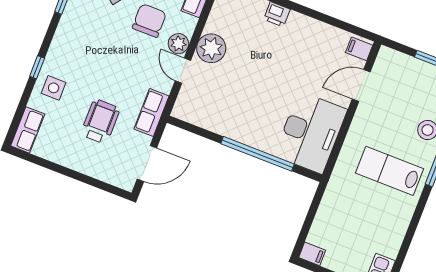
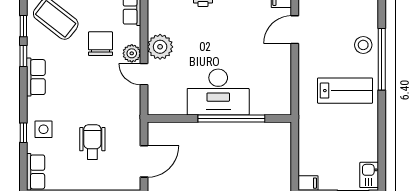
window: (37, 67) -> (23, 133), moved
row of seats: (151, 112) -> (36, 77), moved, turned 180
desk: (311, 133) -> (218, 92), moved, turned 90
lab bench: (389, 171) -> (345, 91), turned 180

